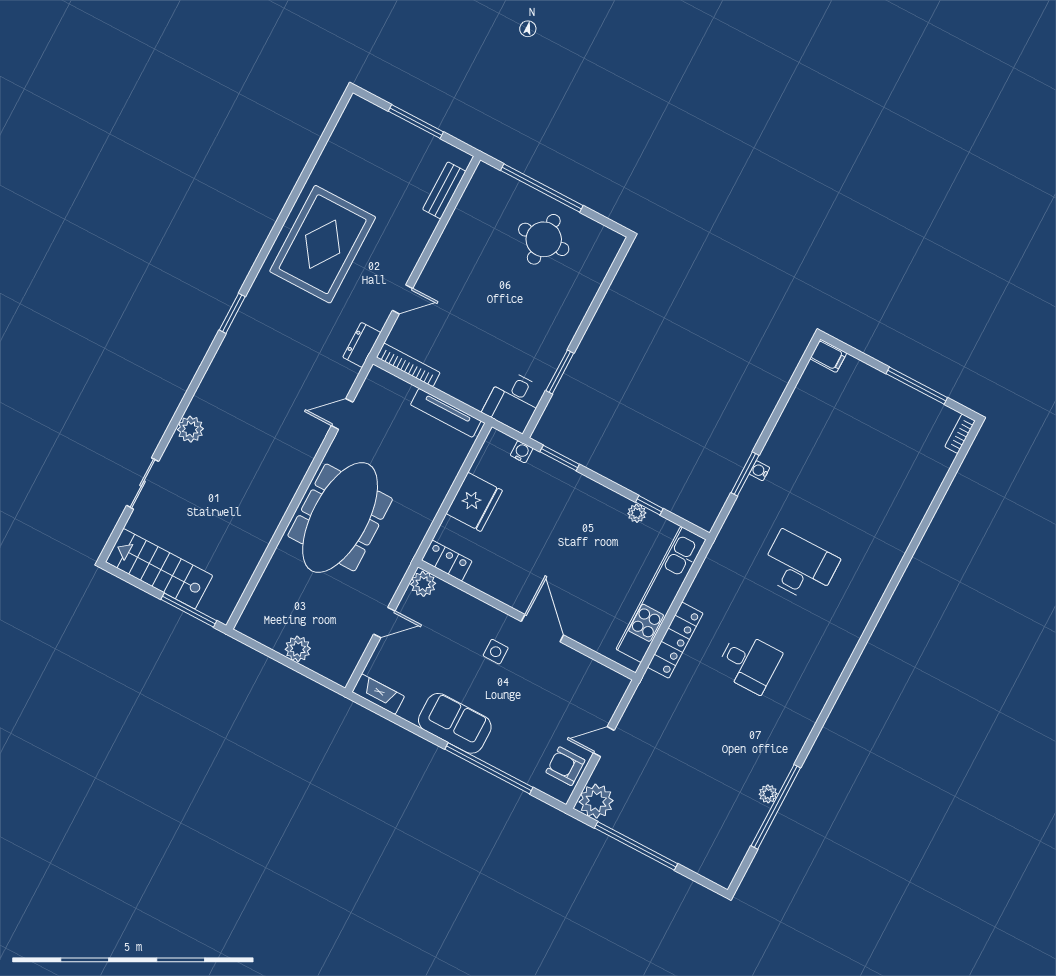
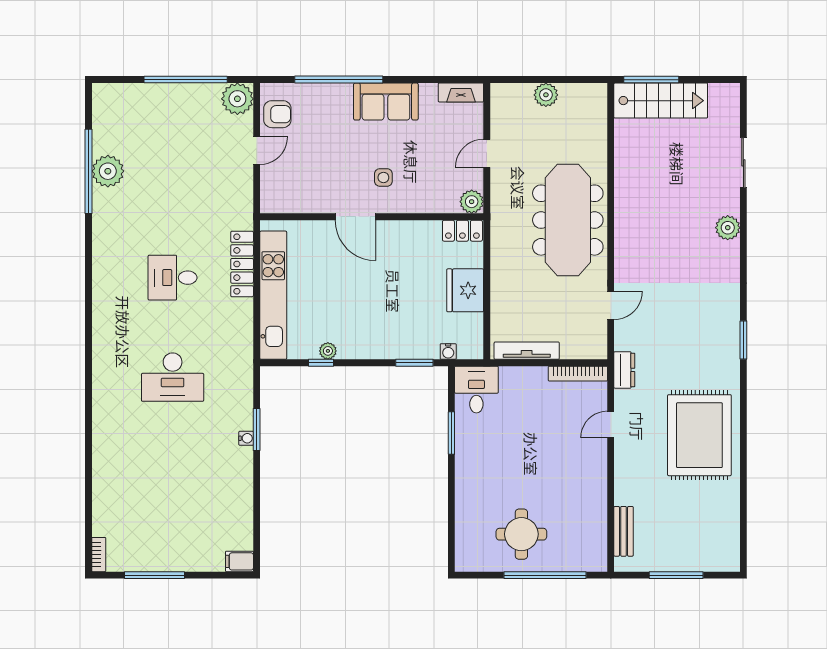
stairs: (159, 569) -> (661, 101), moved
plant: (768, 794) -> (108, 171), width x1.87, depth x1.87

